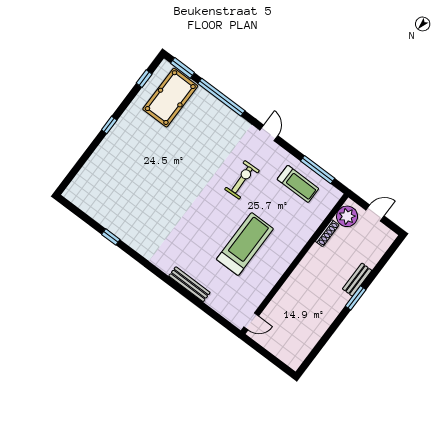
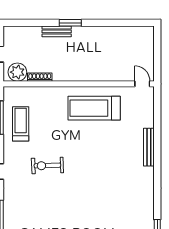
treadmill: (245, 244) -> (94, 108), moved

